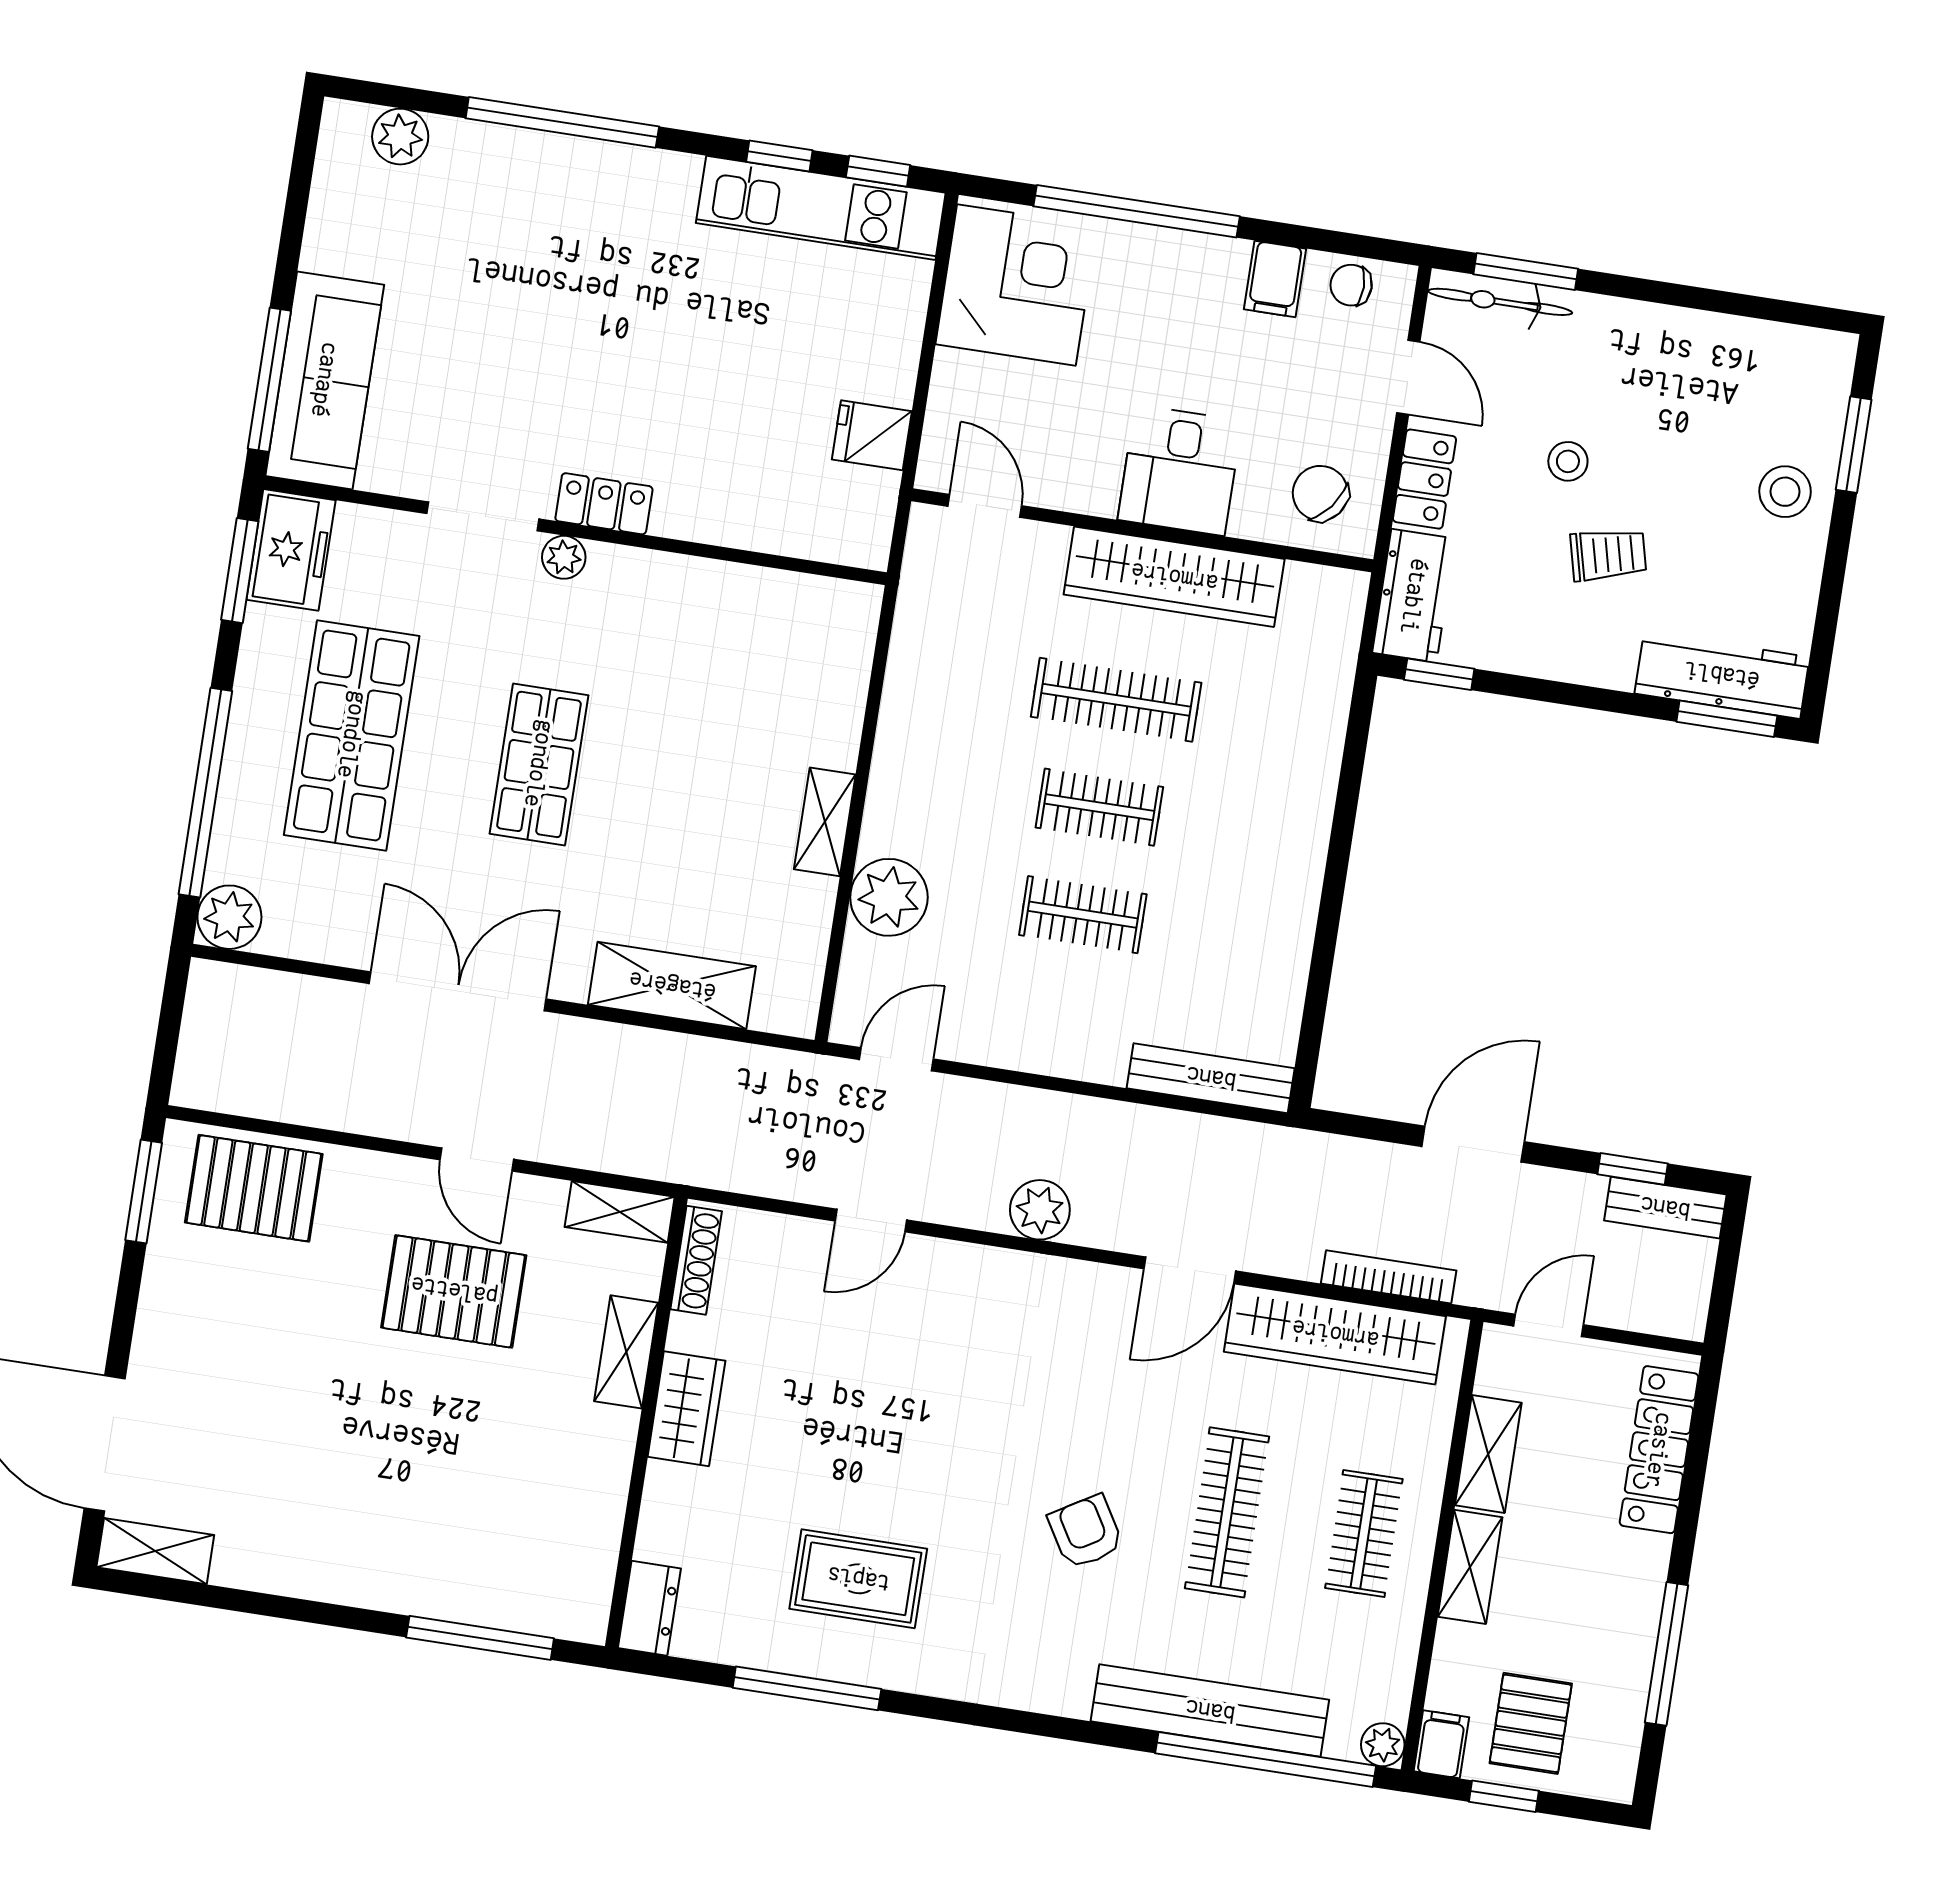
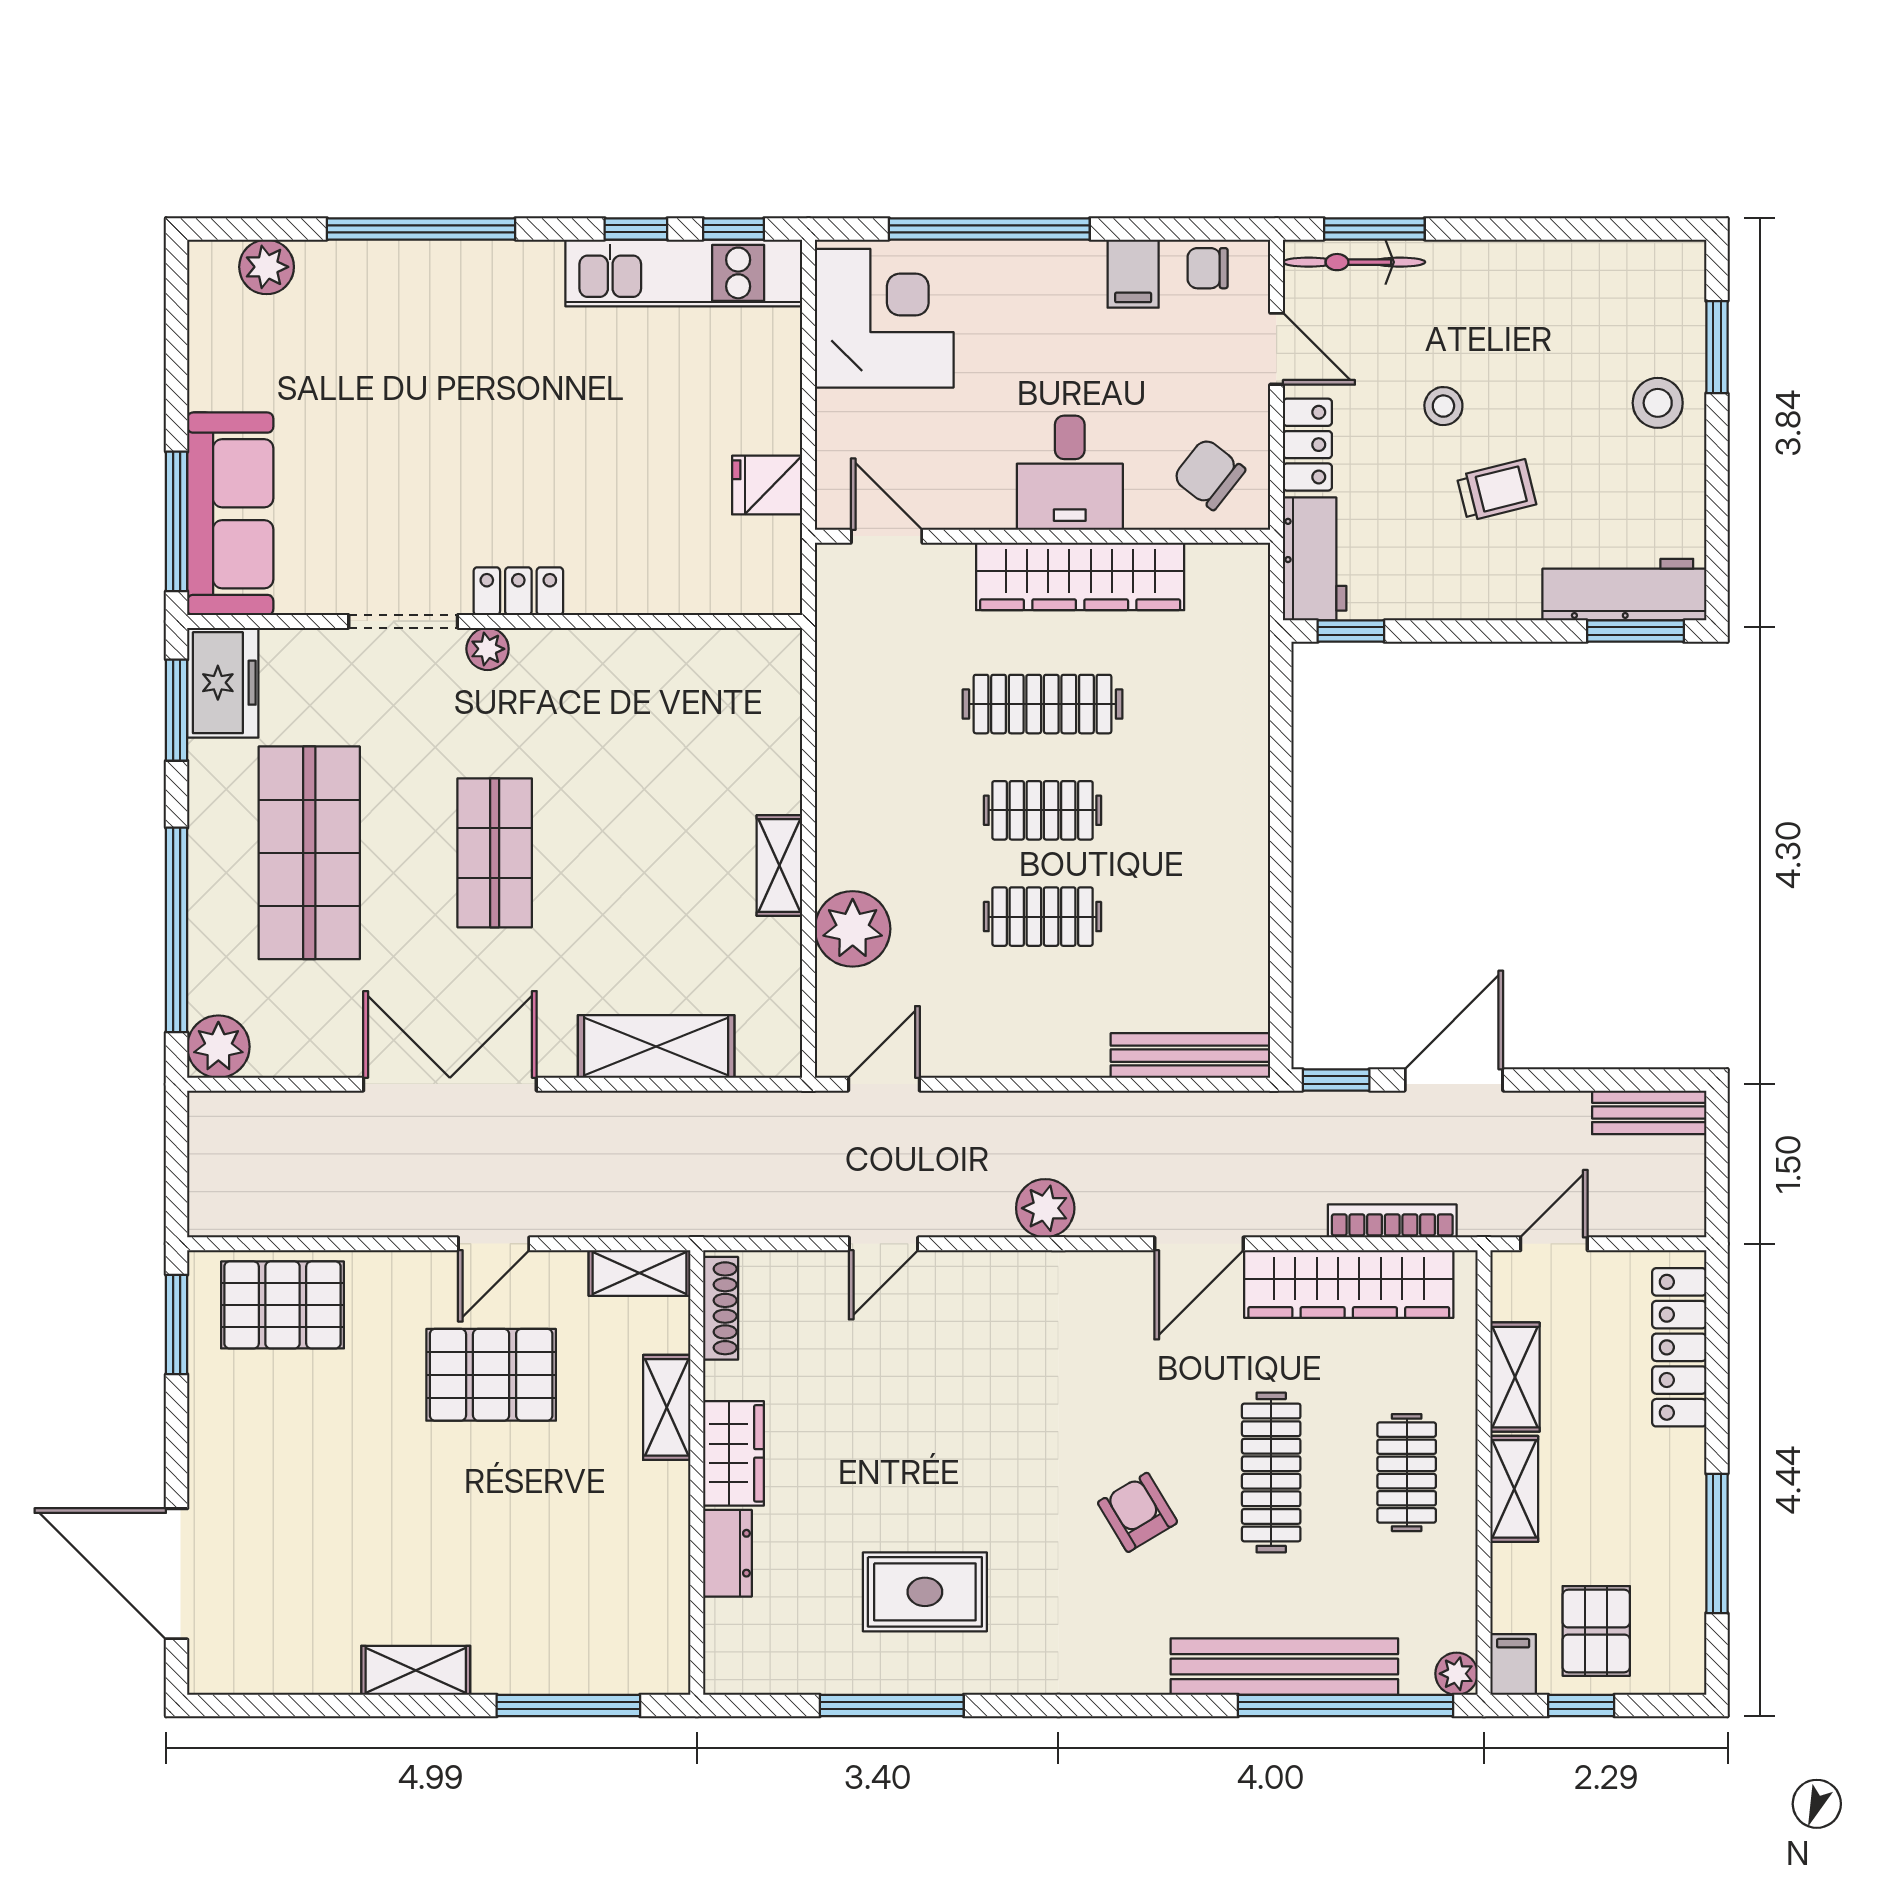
door: (477, 1159) -> (494, 1244), hinge flipped
window: (1633, 1169) -> (1336, 1080), moved
shelving: (155, 1551) -> (416, 1670), moved
dresser: (649, 1608) -> (727, 1553), moved

